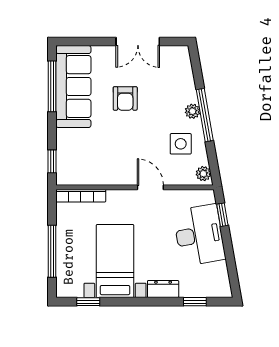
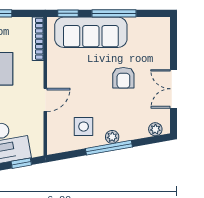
window: (52, 86) -> (114, 13), moved
sofa: (73, 87) -> (91, 32), moved
armchair: (125, 98) -> (123, 78), turned -90
plant: (203, 174) -> (155, 129), moved

